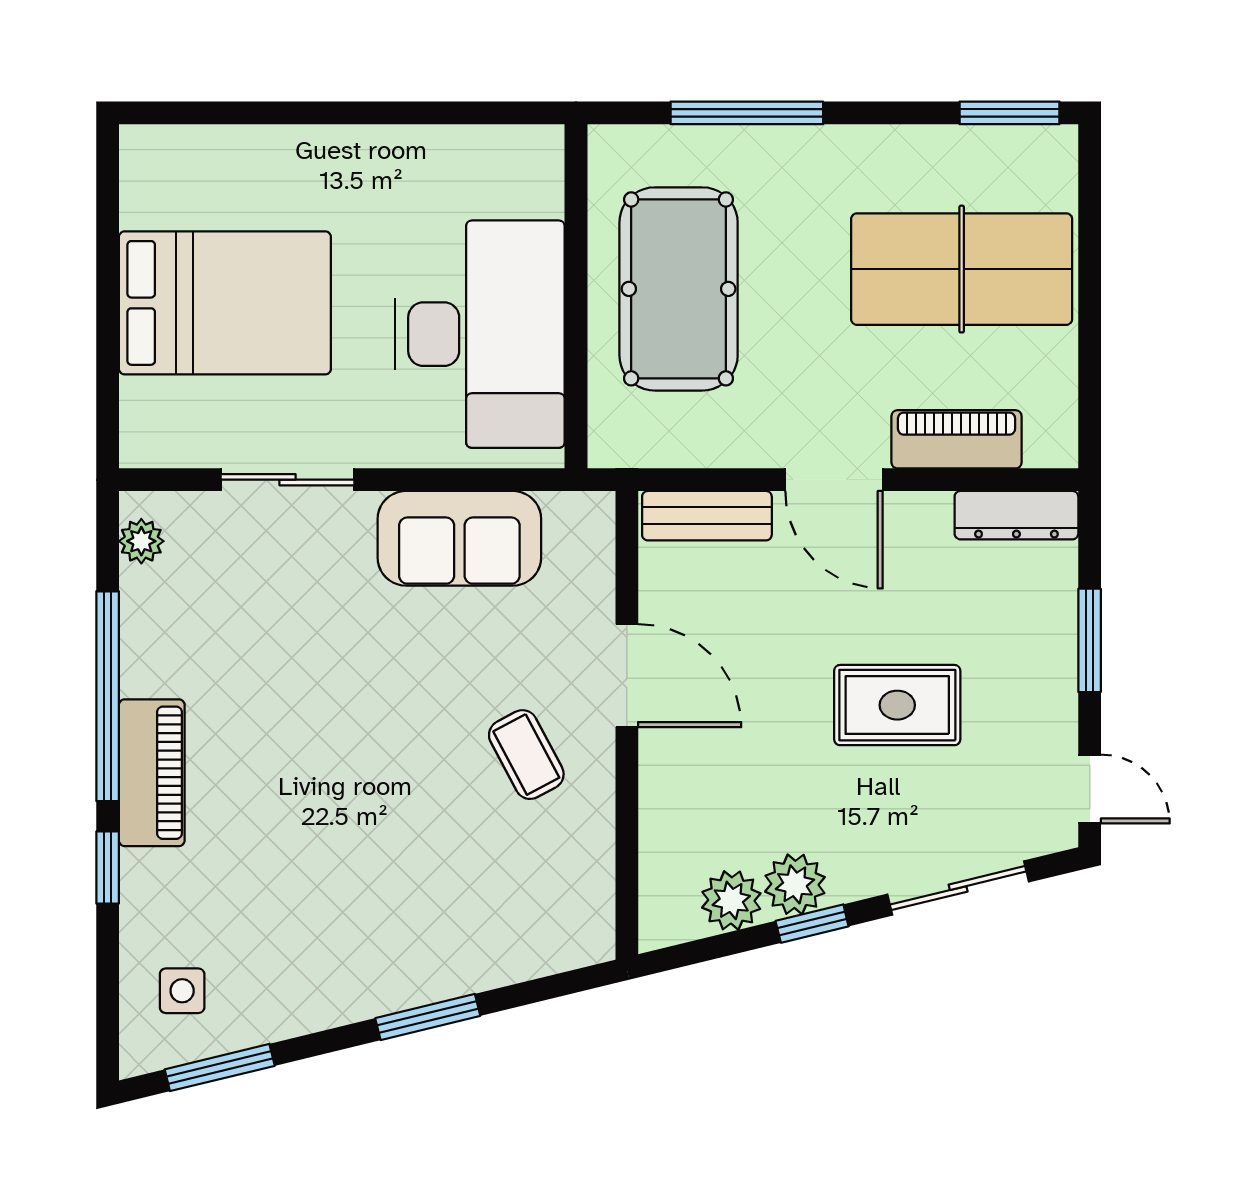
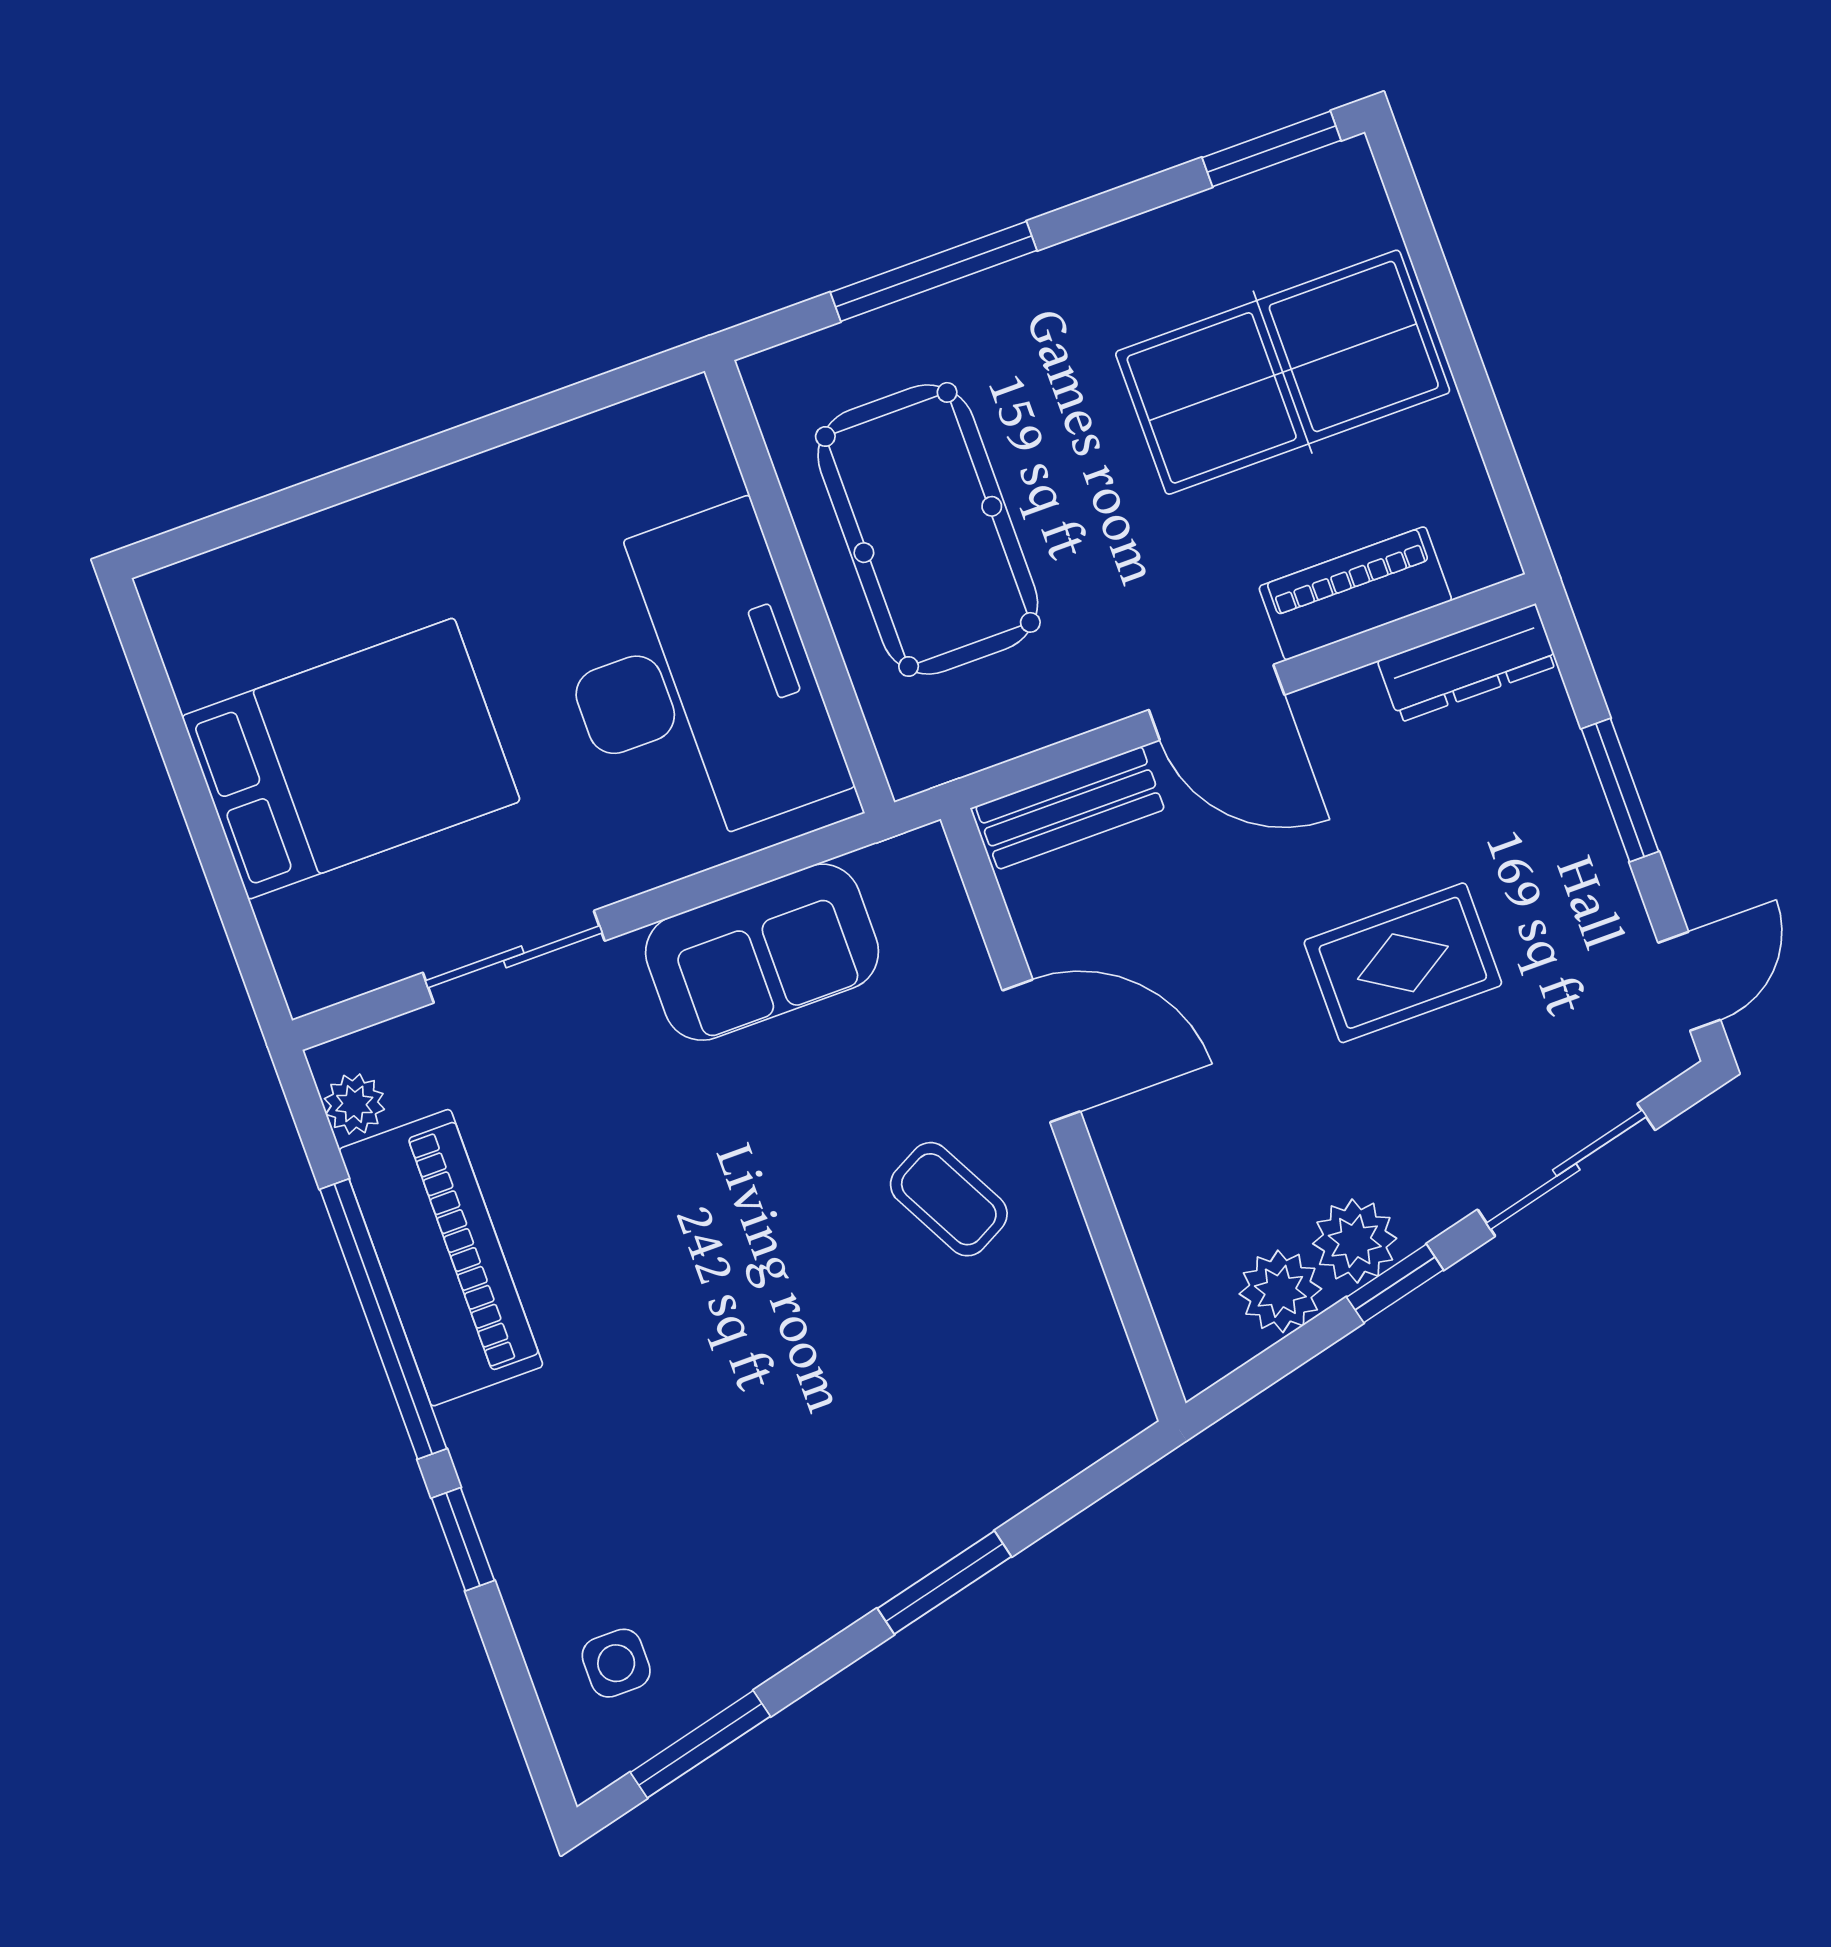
piano: (152, 773) -> (441, 1258), moved, width x1.37, depth x1.33
door: (1090, 789) -> (1689, 981), hinge flipped

